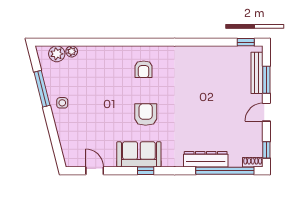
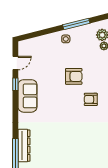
armchair: (146, 115) -> (74, 76), moved
window: (146, 171) -> (15, 84), moved

